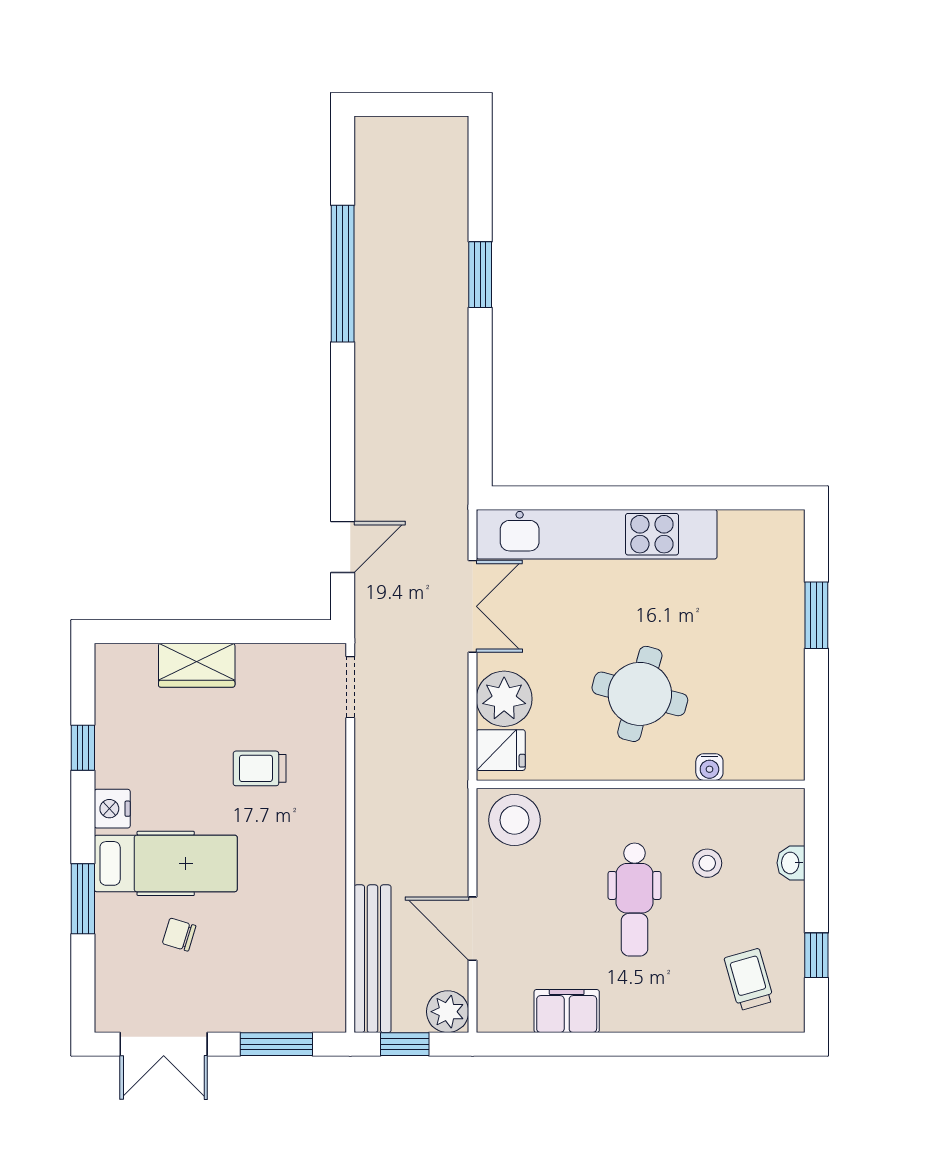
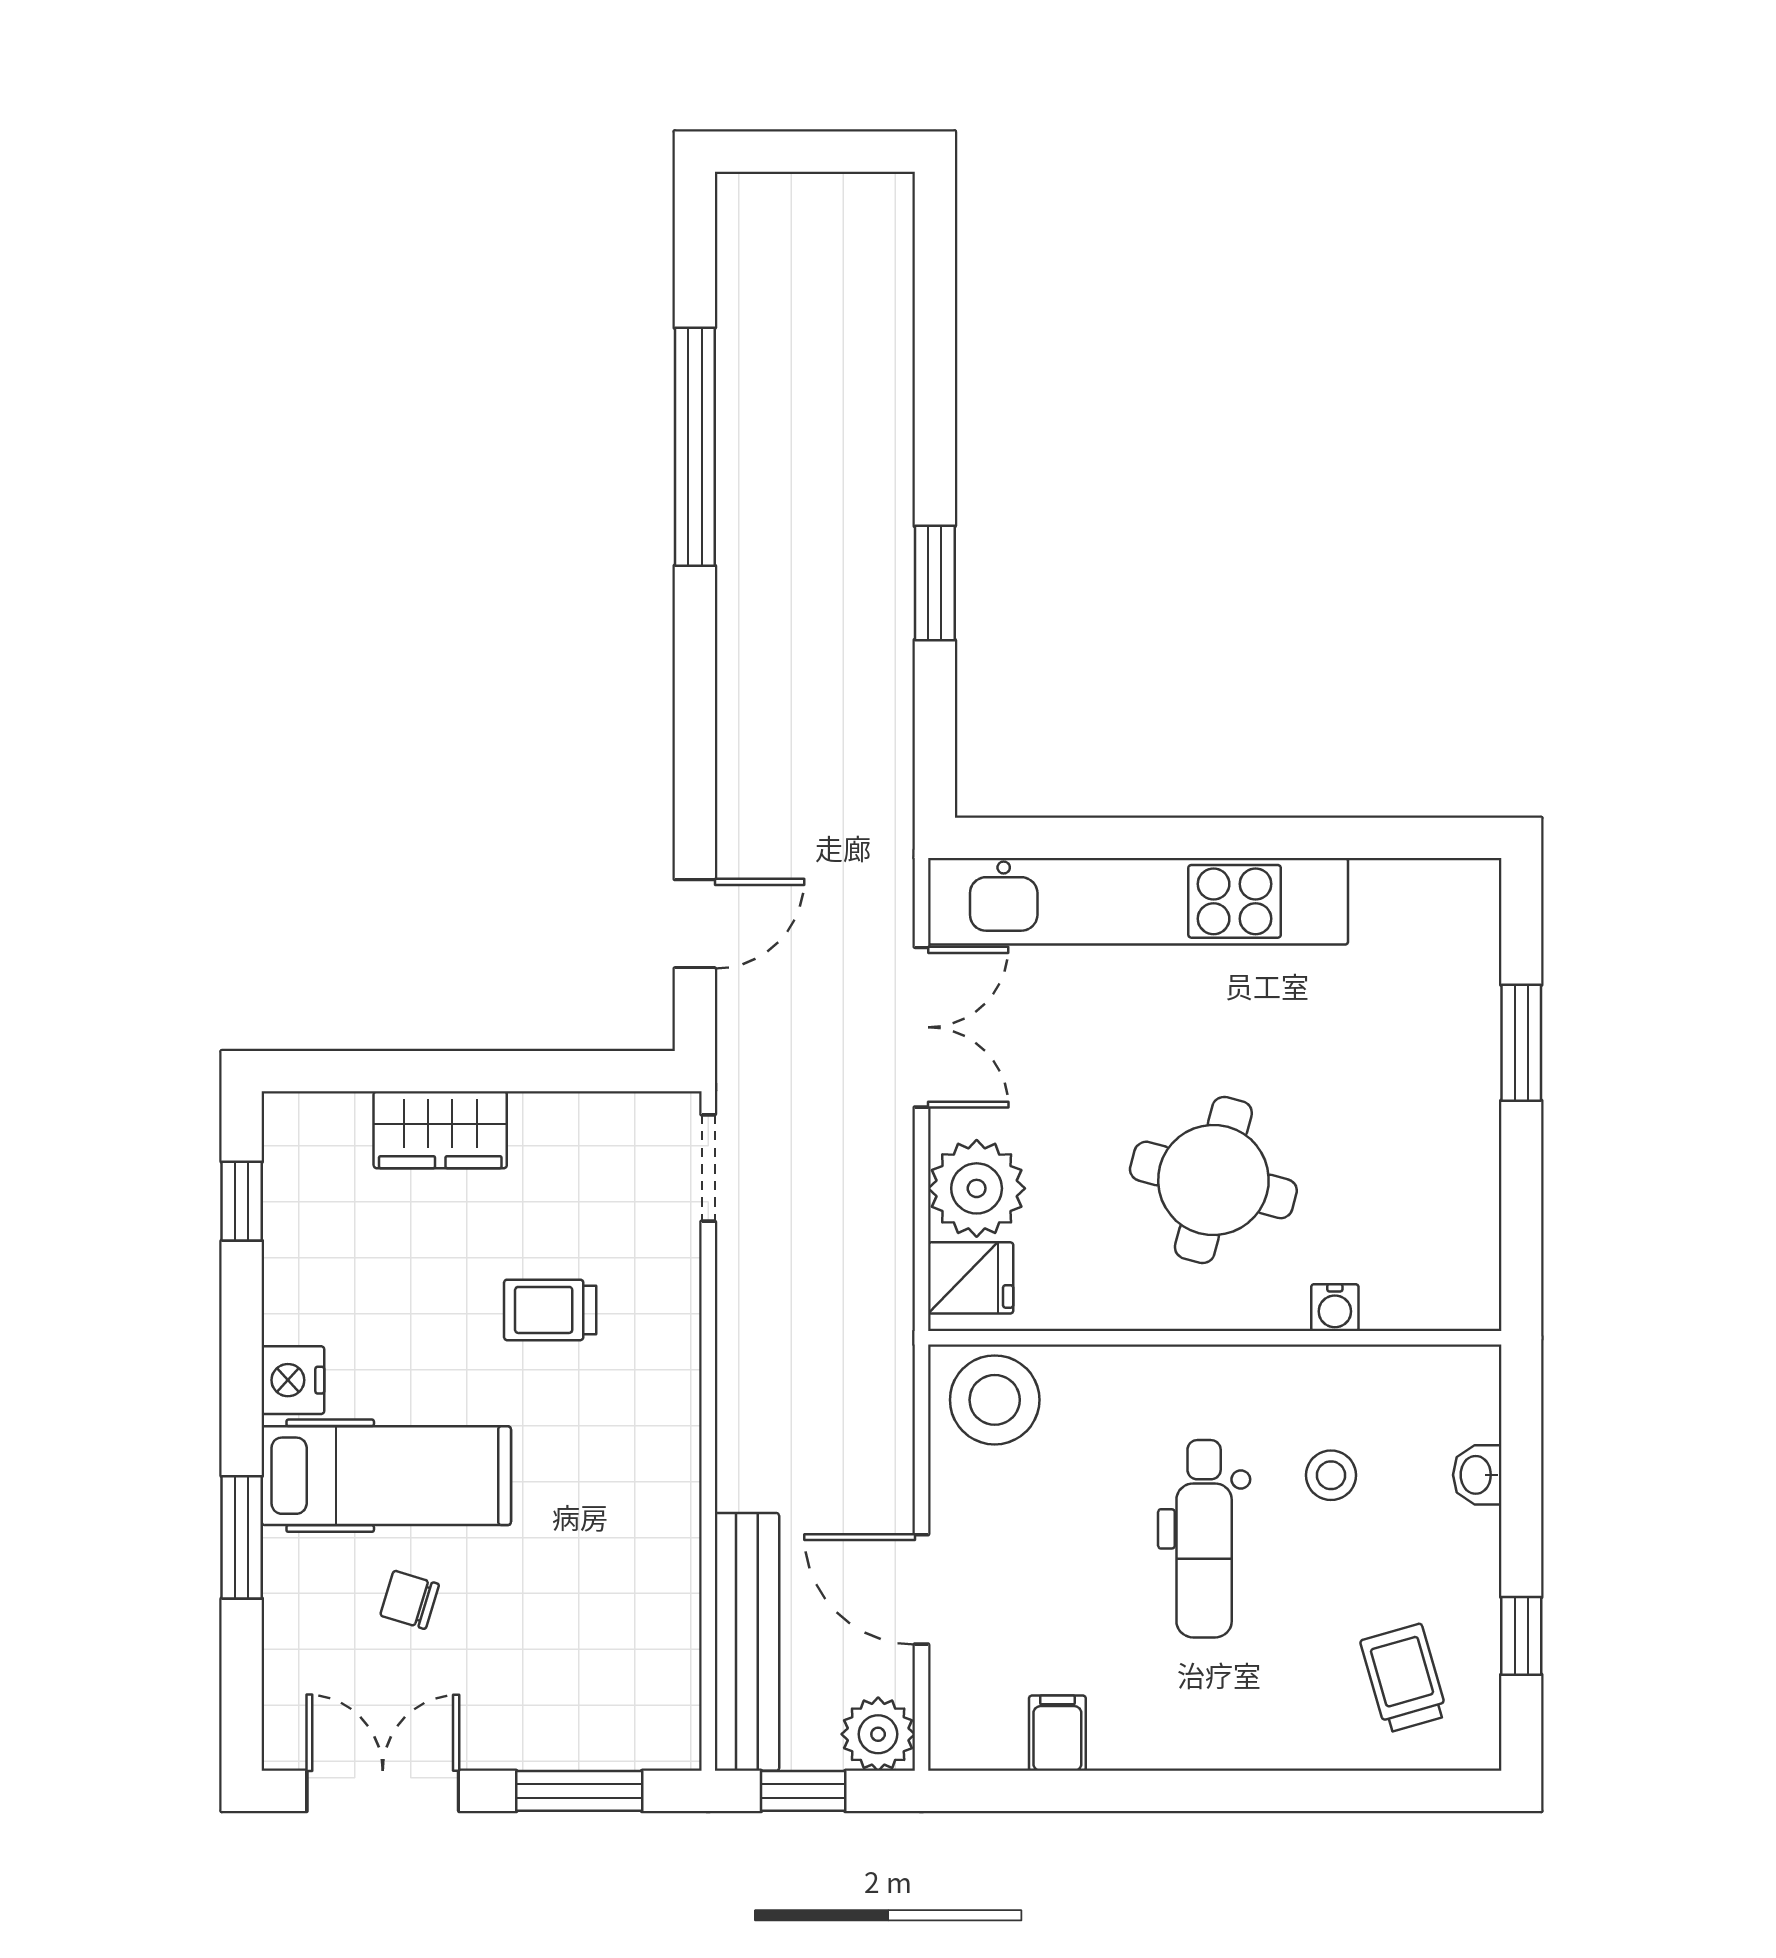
window: (480, 275) -> (935, 583), moved
window: (83, 748) -> (242, 1201), moved
filing cabinet: (567, 1011) -> (1057, 1733), width x0.50
double door: (164, 1044) -> (383, 1791), swing flipped

